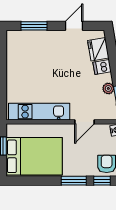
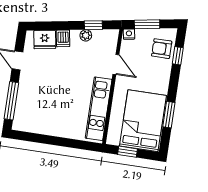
window: (34, 26) -> (11, 101), width x1.44
window: (74, 181) -> (169, 115), moved

